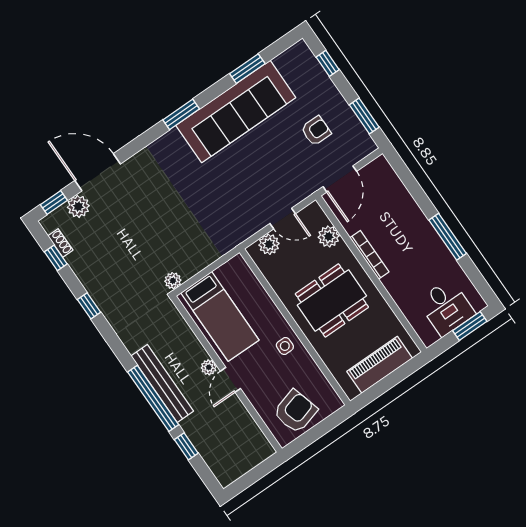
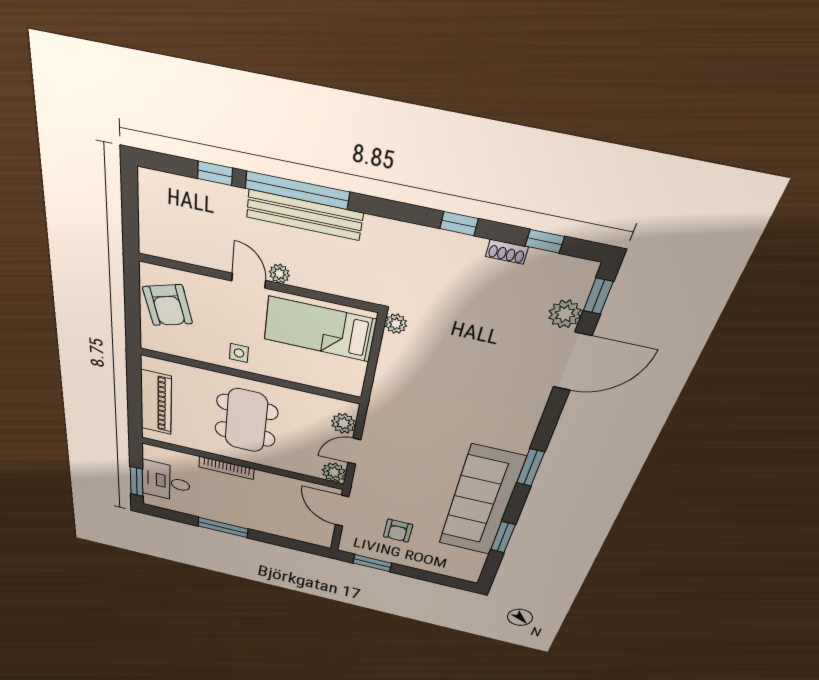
window: (328, 63) -> (439, 579), removed
plant: (329, 237) -> (334, 472), moved
shoe rack: (60, 243) -> (507, 252), moved
bookcase: (369, 255) -> (226, 468), moved

